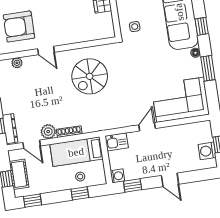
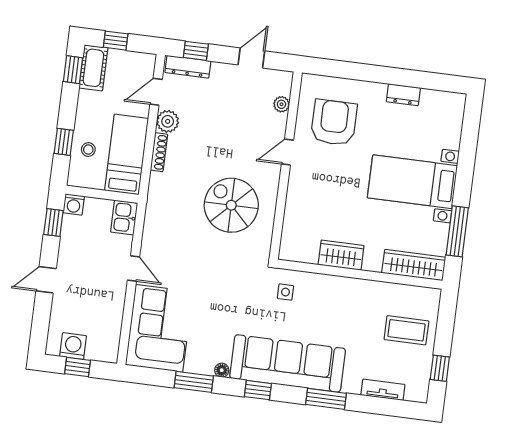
cot: (19, 174) -> (93, 68), moved, turned 90

